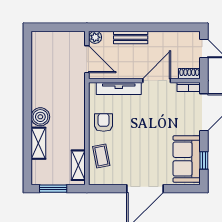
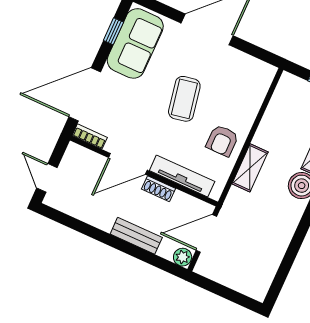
door: (87, 59) -> (206, 233), hinge flipped
shoe rack: (189, 74) -> (158, 189), moved
coffee table: (101, 156) -> (184, 99), moved, width x1.36, depth x1.30
shelving: (78, 165) -> (250, 168), moved

